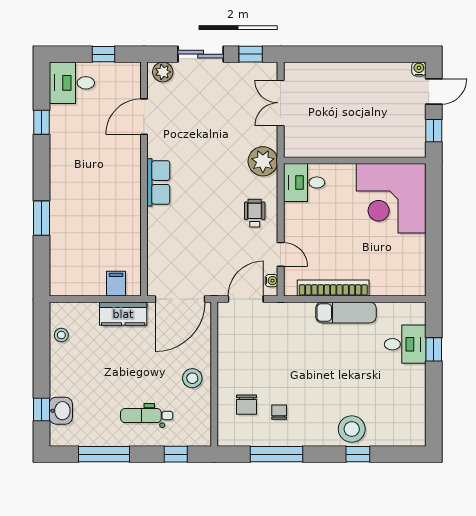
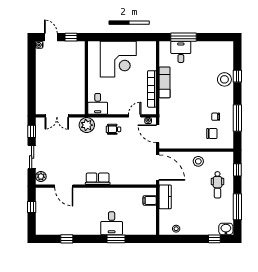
desk: (72, 83) -> (112, 223), moved
corner desk: (391, 198) -> (118, 59), moved
window: (434, 349) -> (183, 37), width x2.17
washbasin: (61, 411) -> (226, 229), moved

